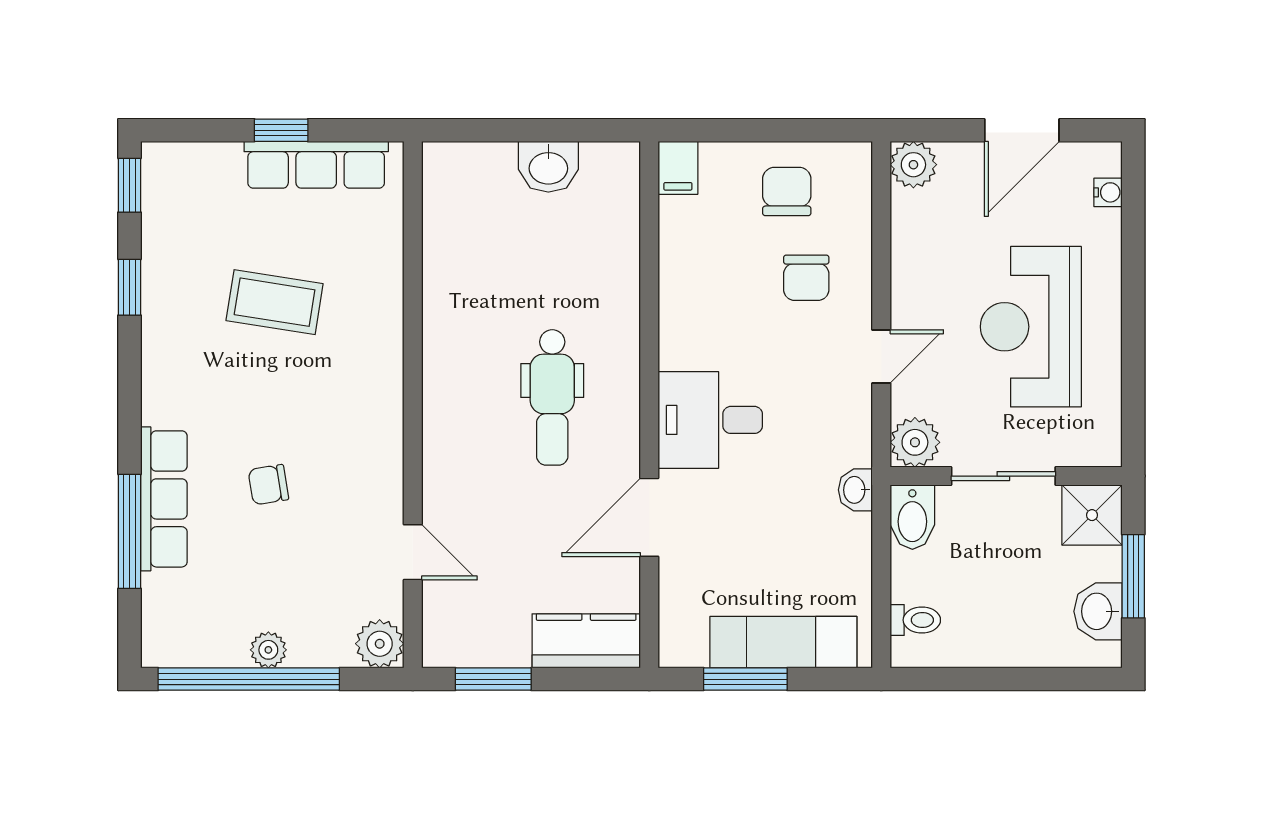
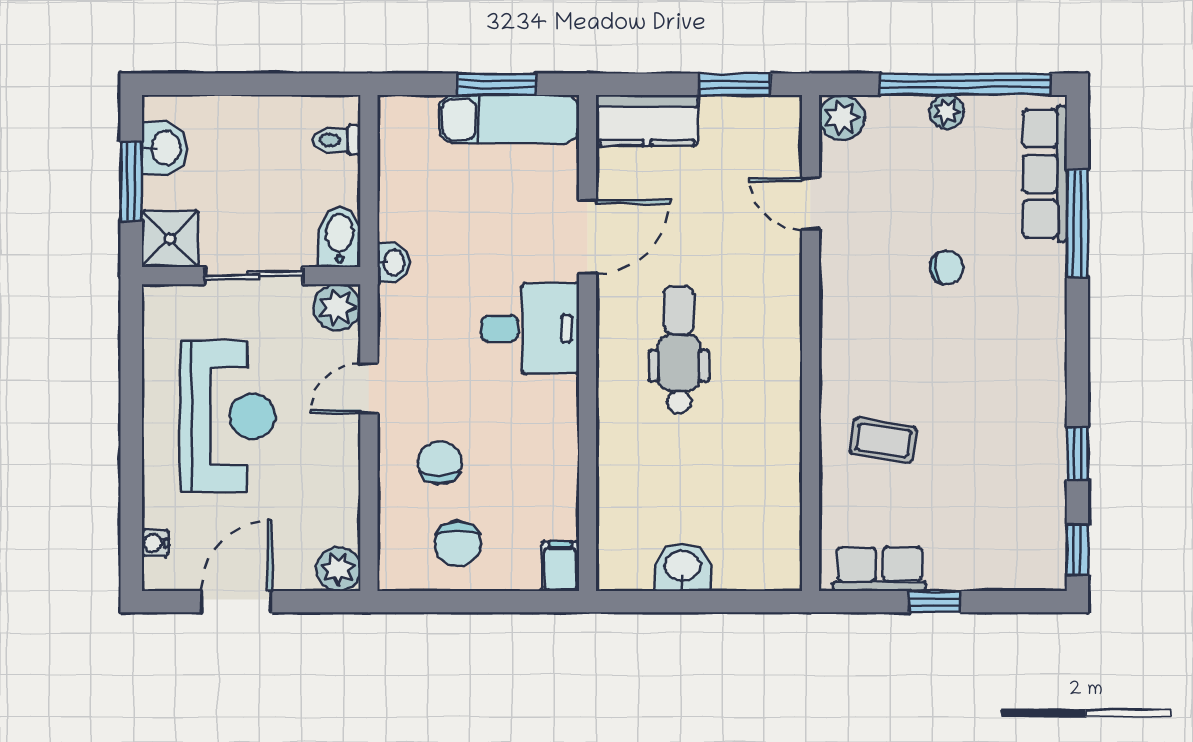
row of seats: (316, 165) -> (879, 569), width x0.68
coffee table: (275, 302) -> (883, 440), moved, width x0.73, depth x0.77
row of seats: (164, 499) -> (1045, 174), moved
exam couch: (783, 642) -> (509, 119), moved

